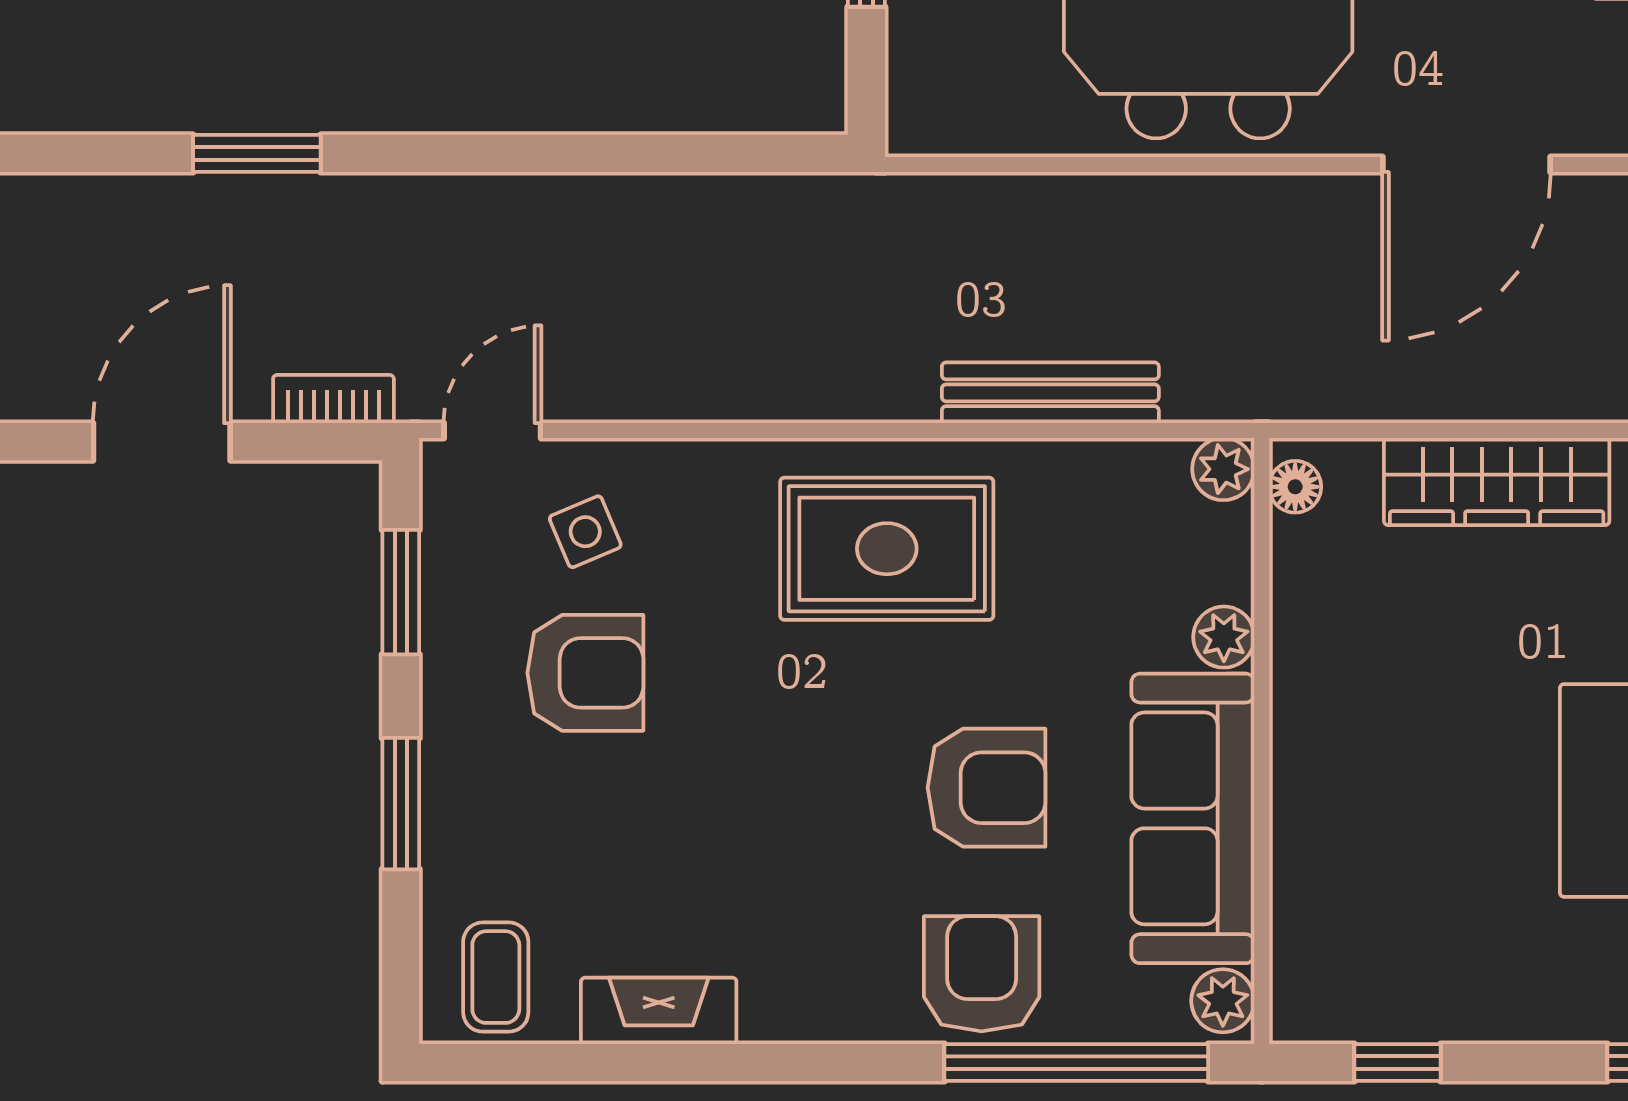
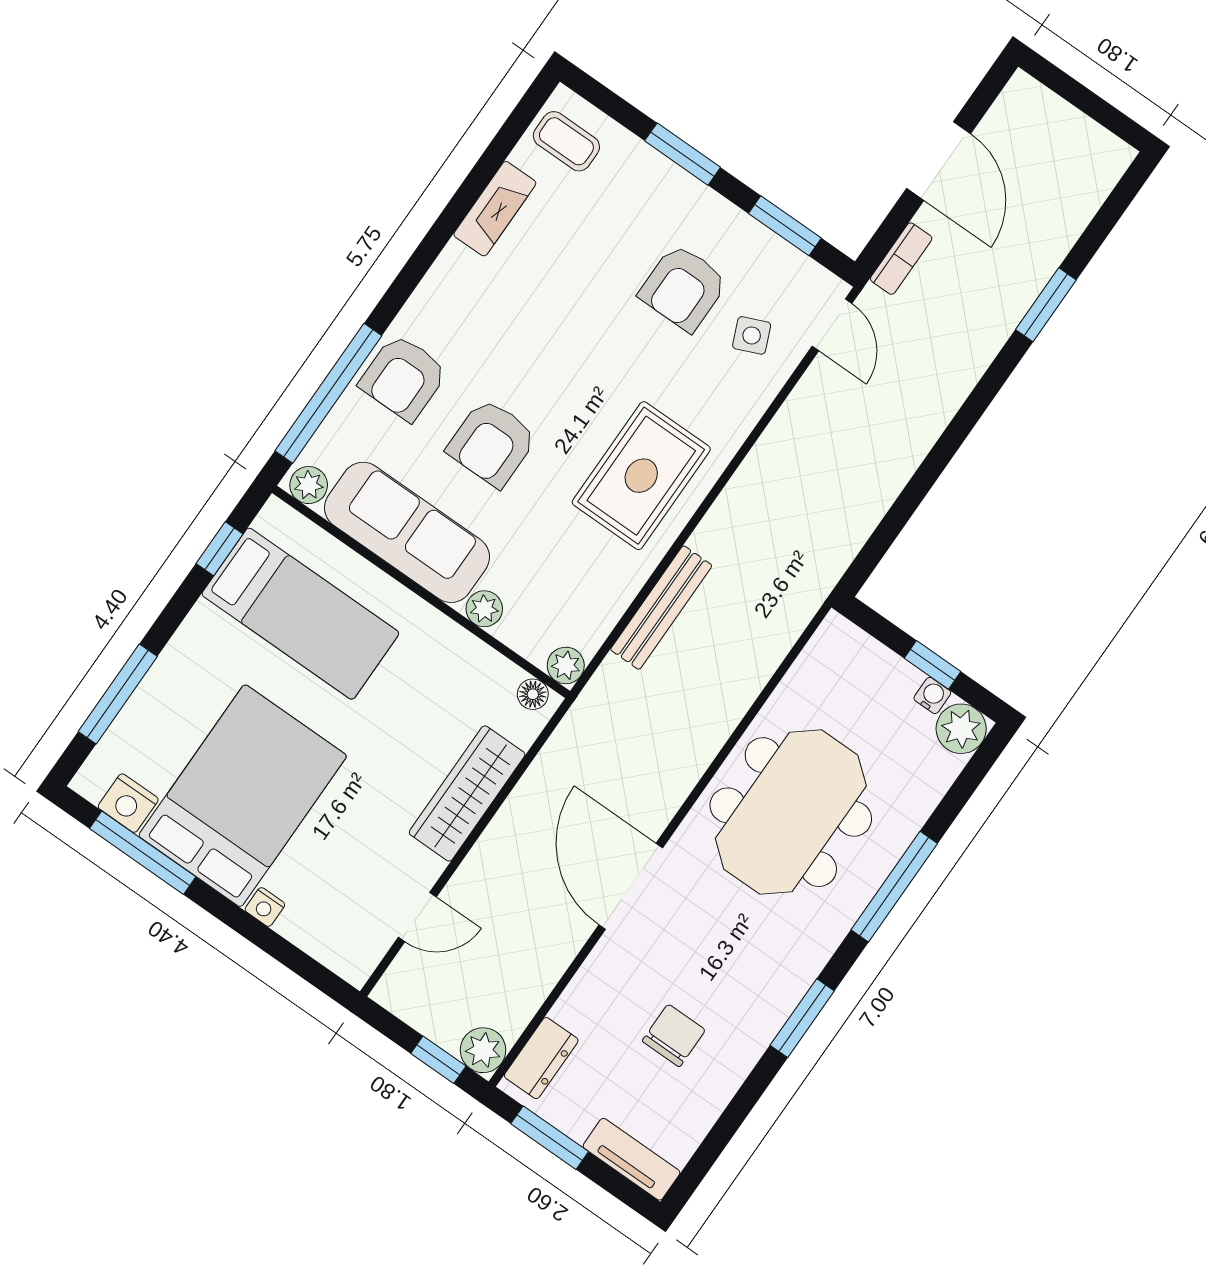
bed: (1409, 887) -> (300, 614), added
armchair: (982, 974) -> (403, 377), turned 90

